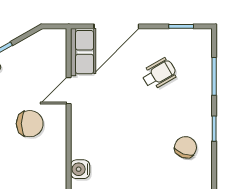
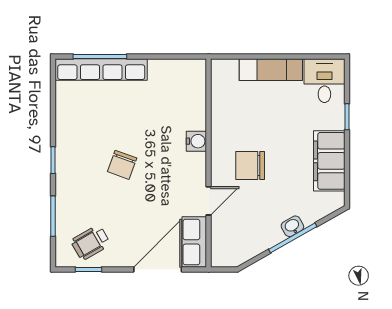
wheelchair: (159, 74) -> (91, 242), moved
chair: (186, 147) -> (122, 165), moved
water cooler: (80, 169) -> (196, 141), moved

